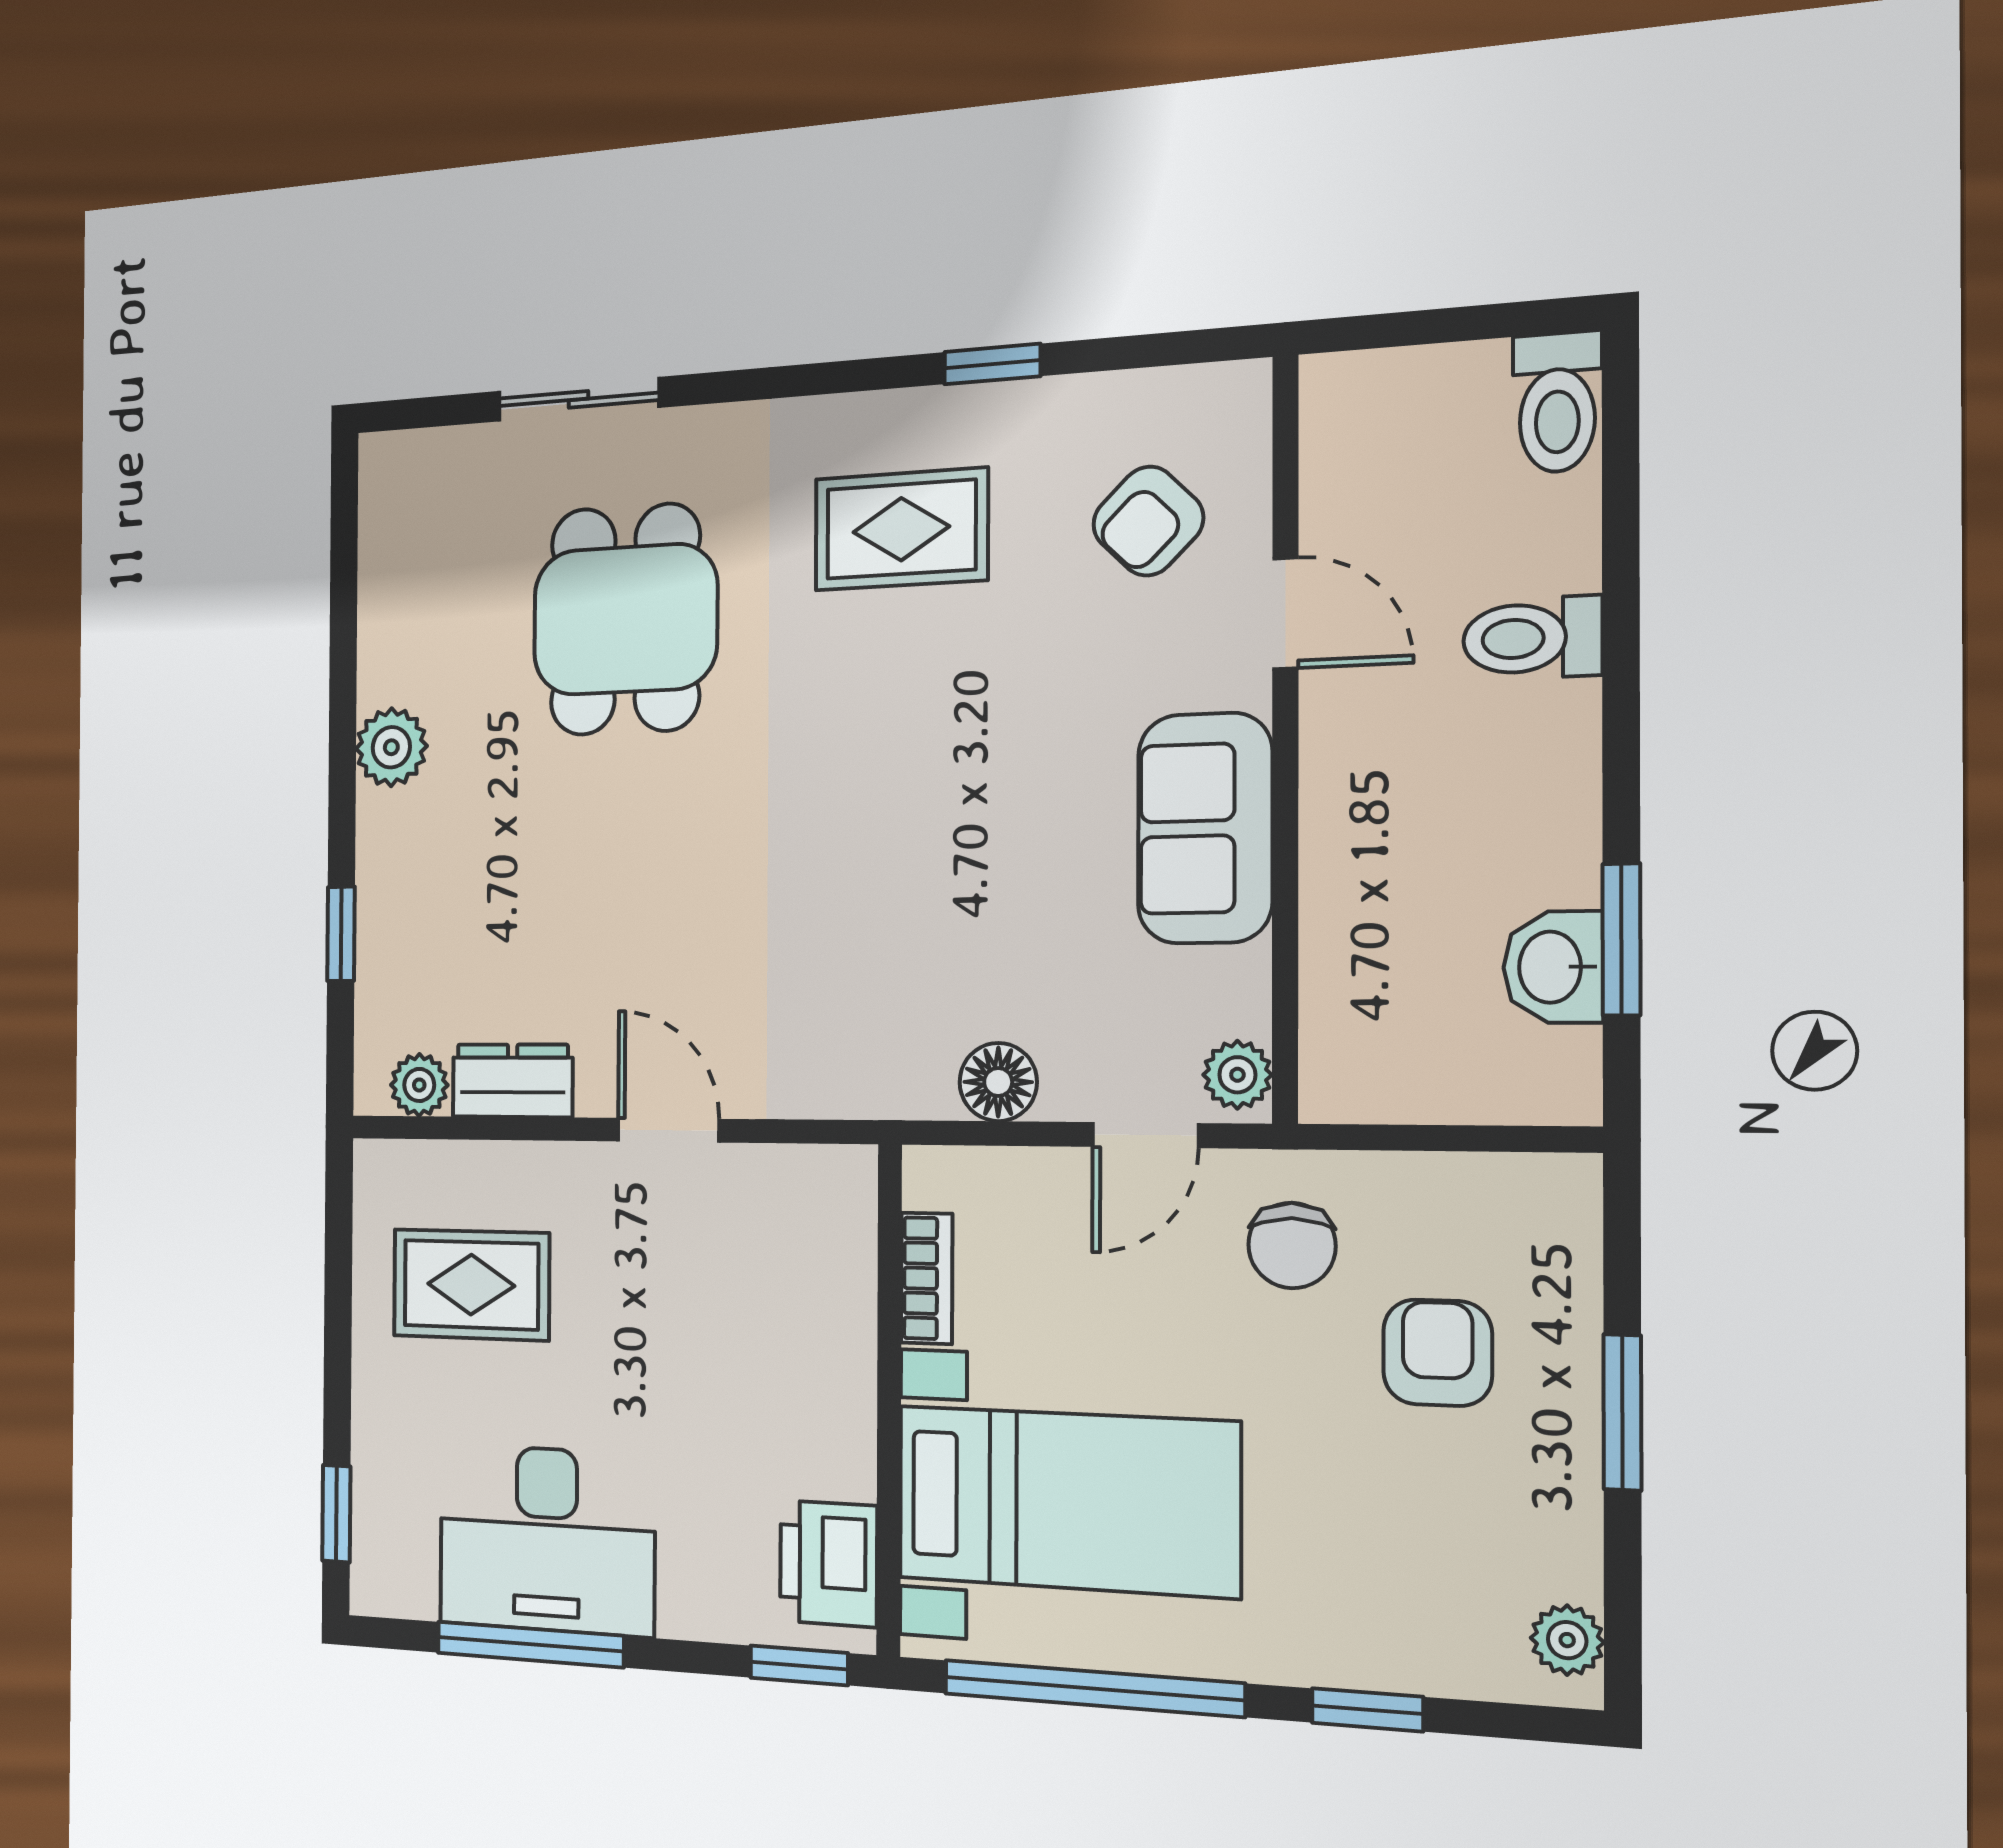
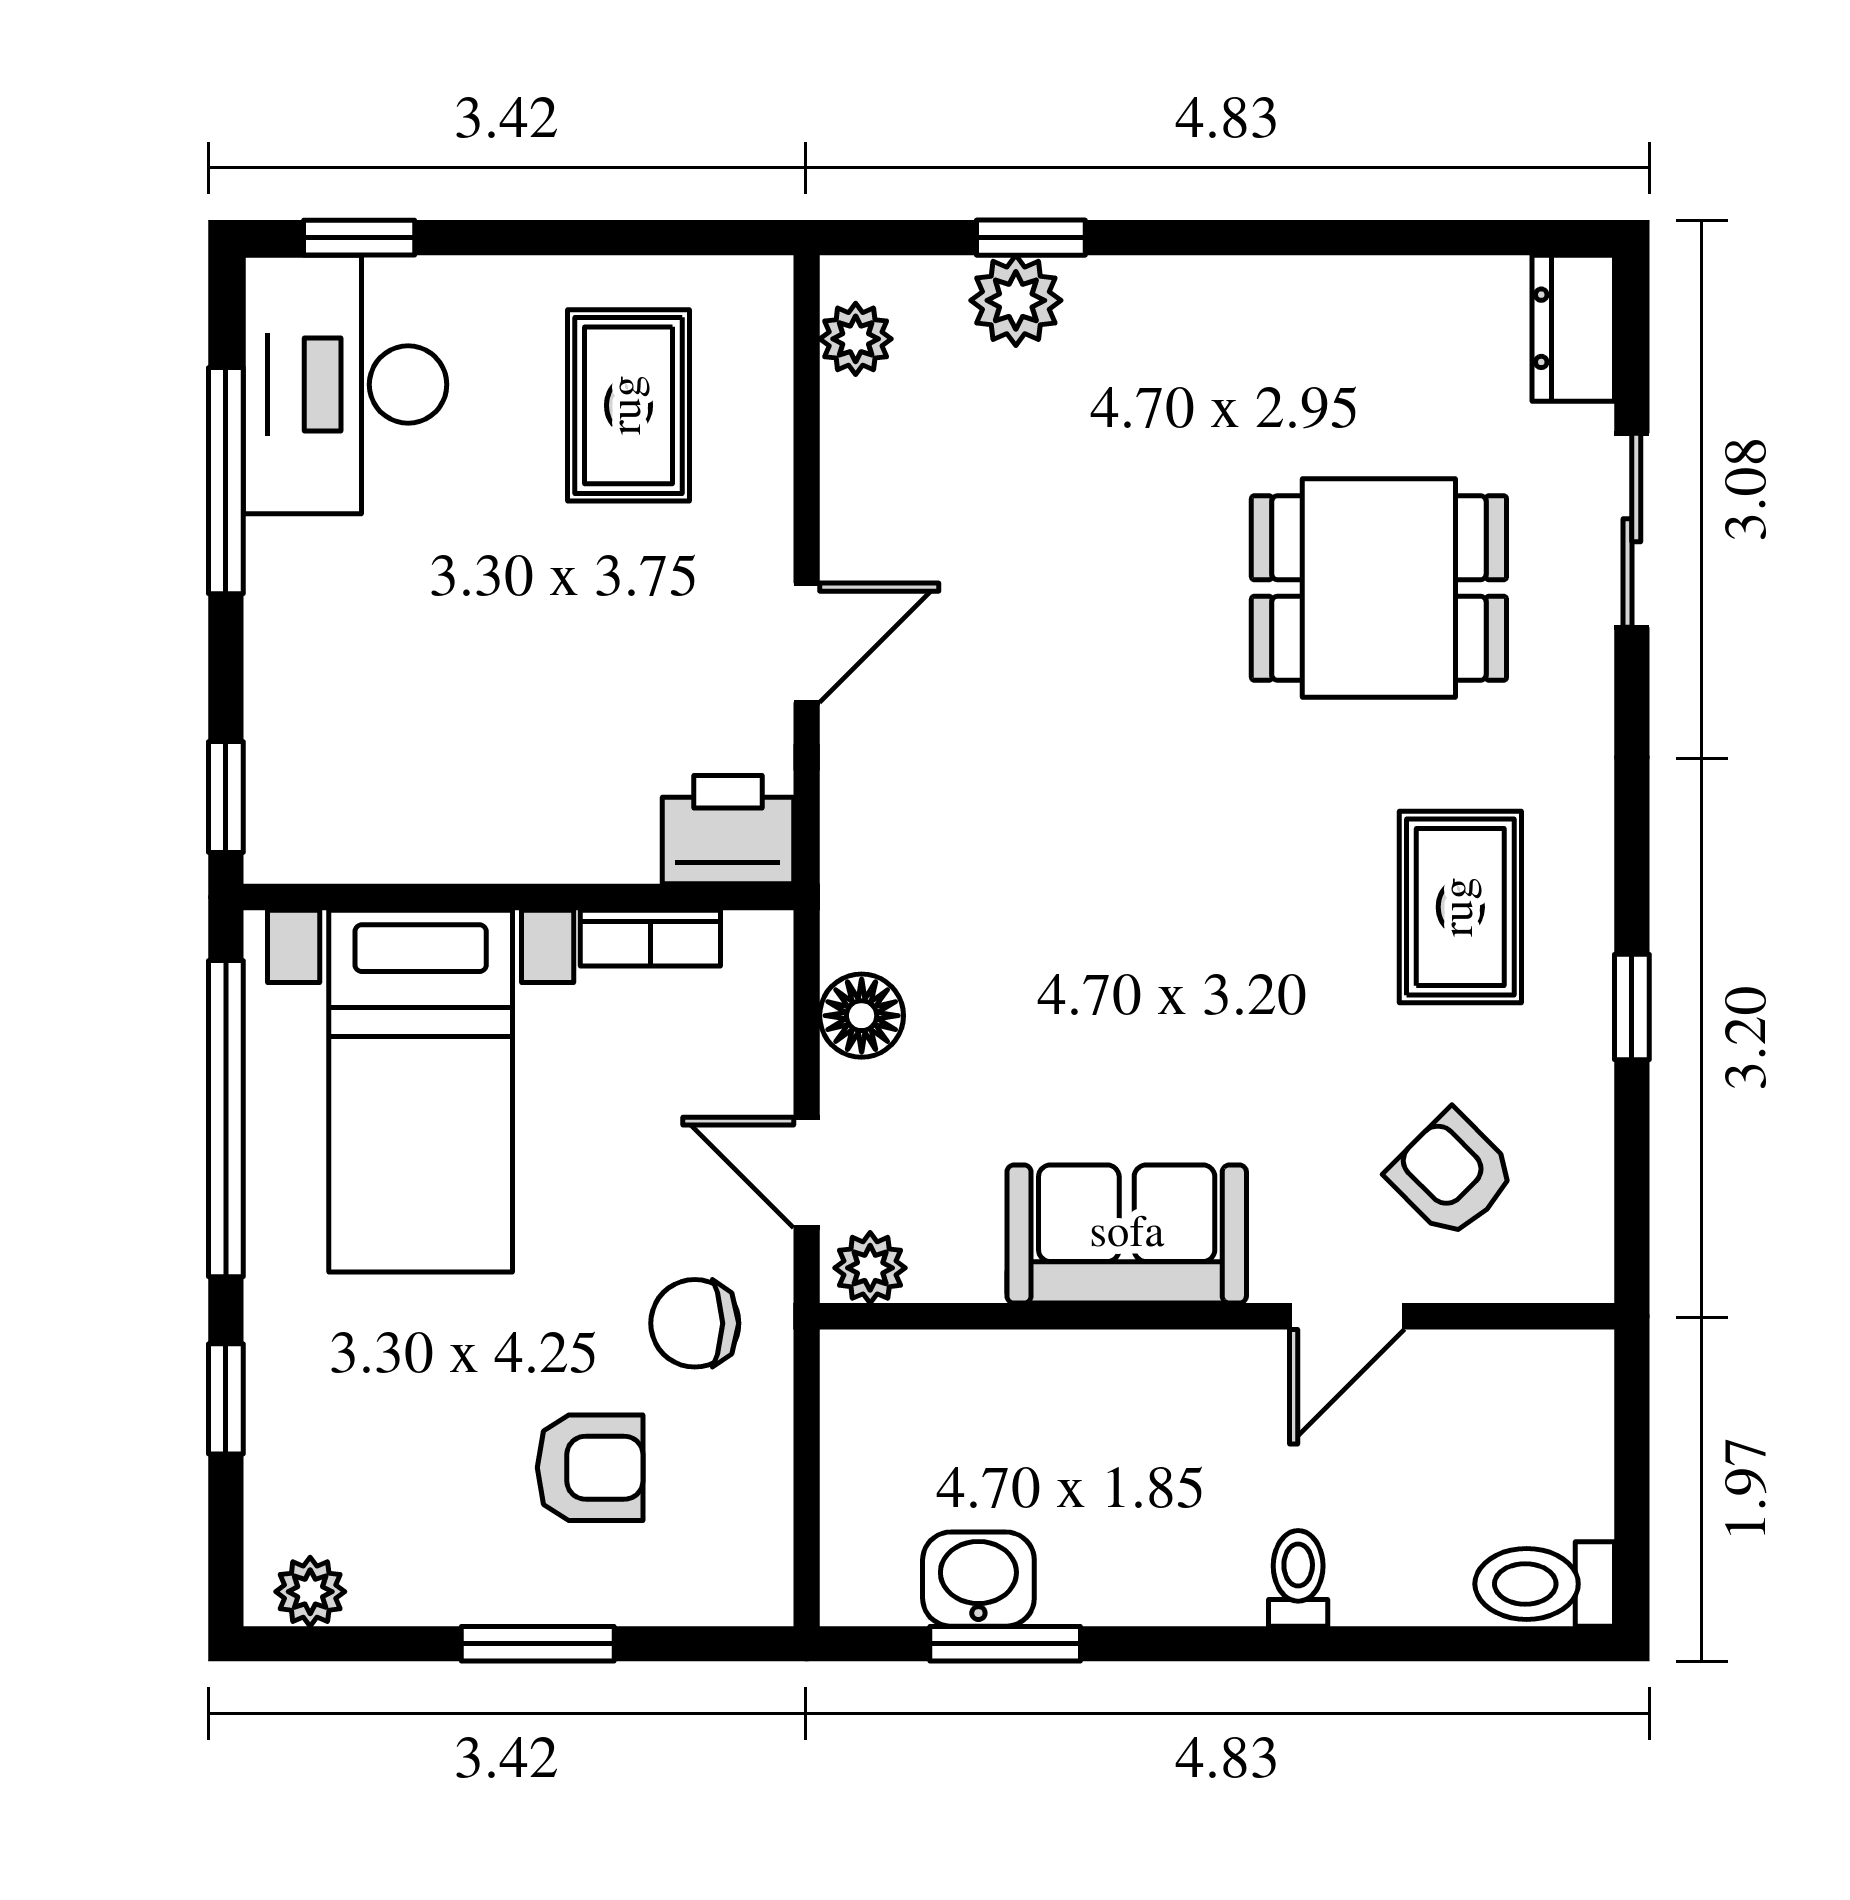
toilet: (1532, 638) -> (1298, 1578), width x0.73, depth x0.72
plant: (391, 747) -> (1016, 300), moved
dresser: (512, 1081) -> (1573, 328), moved, turned 180
desk: (547, 1539) -> (345, 385), moved
printer: (828, 1564) -> (728, 830), moved

